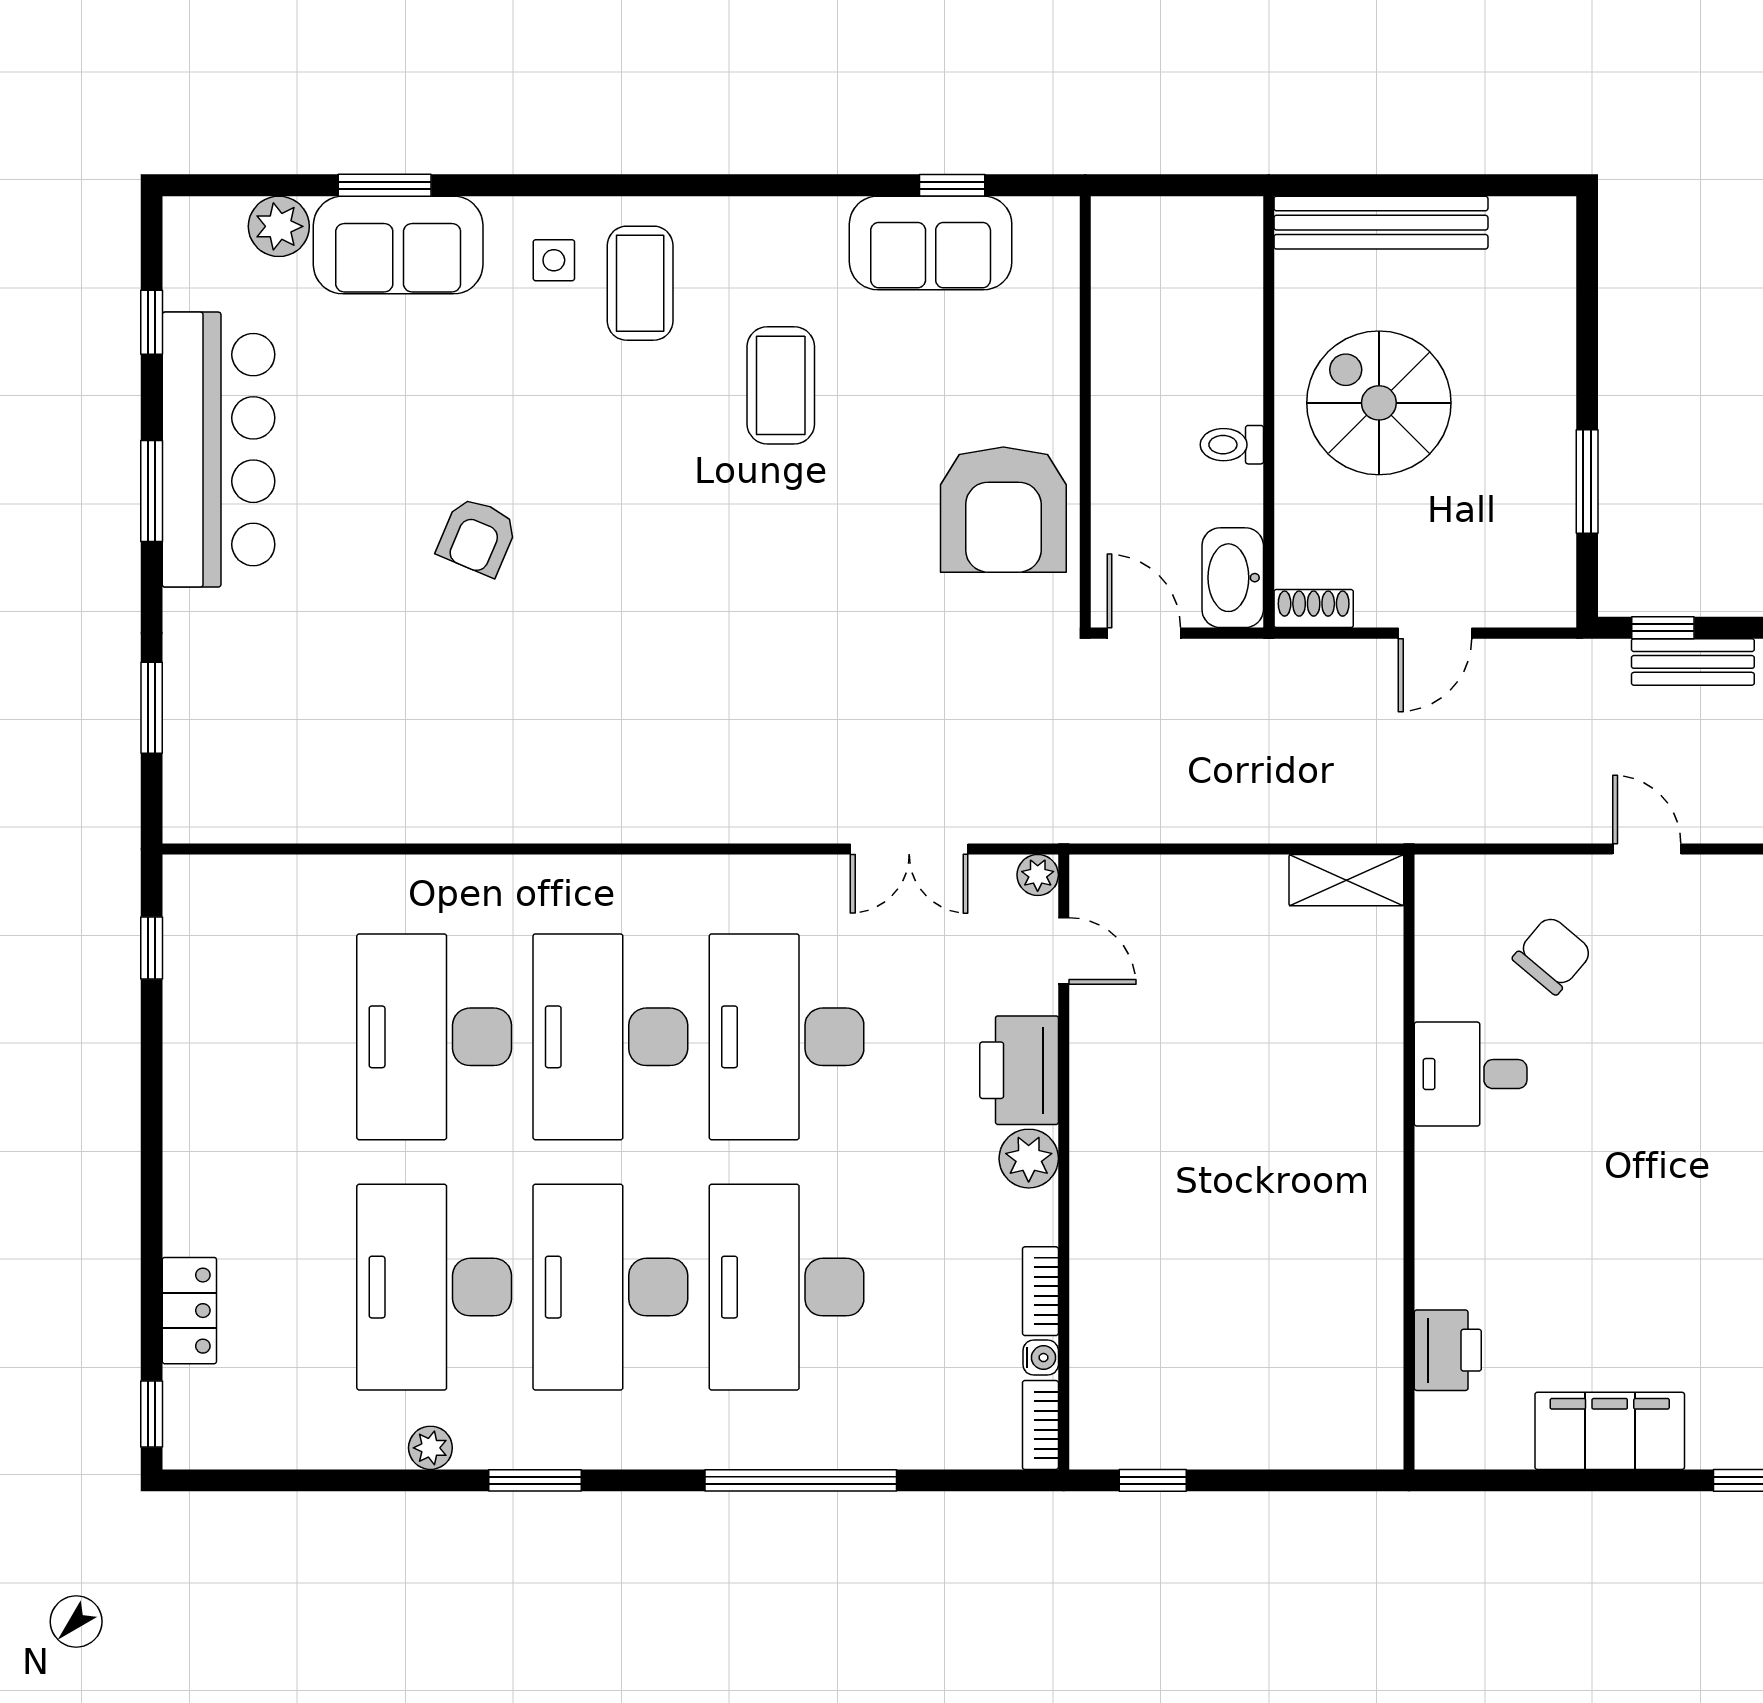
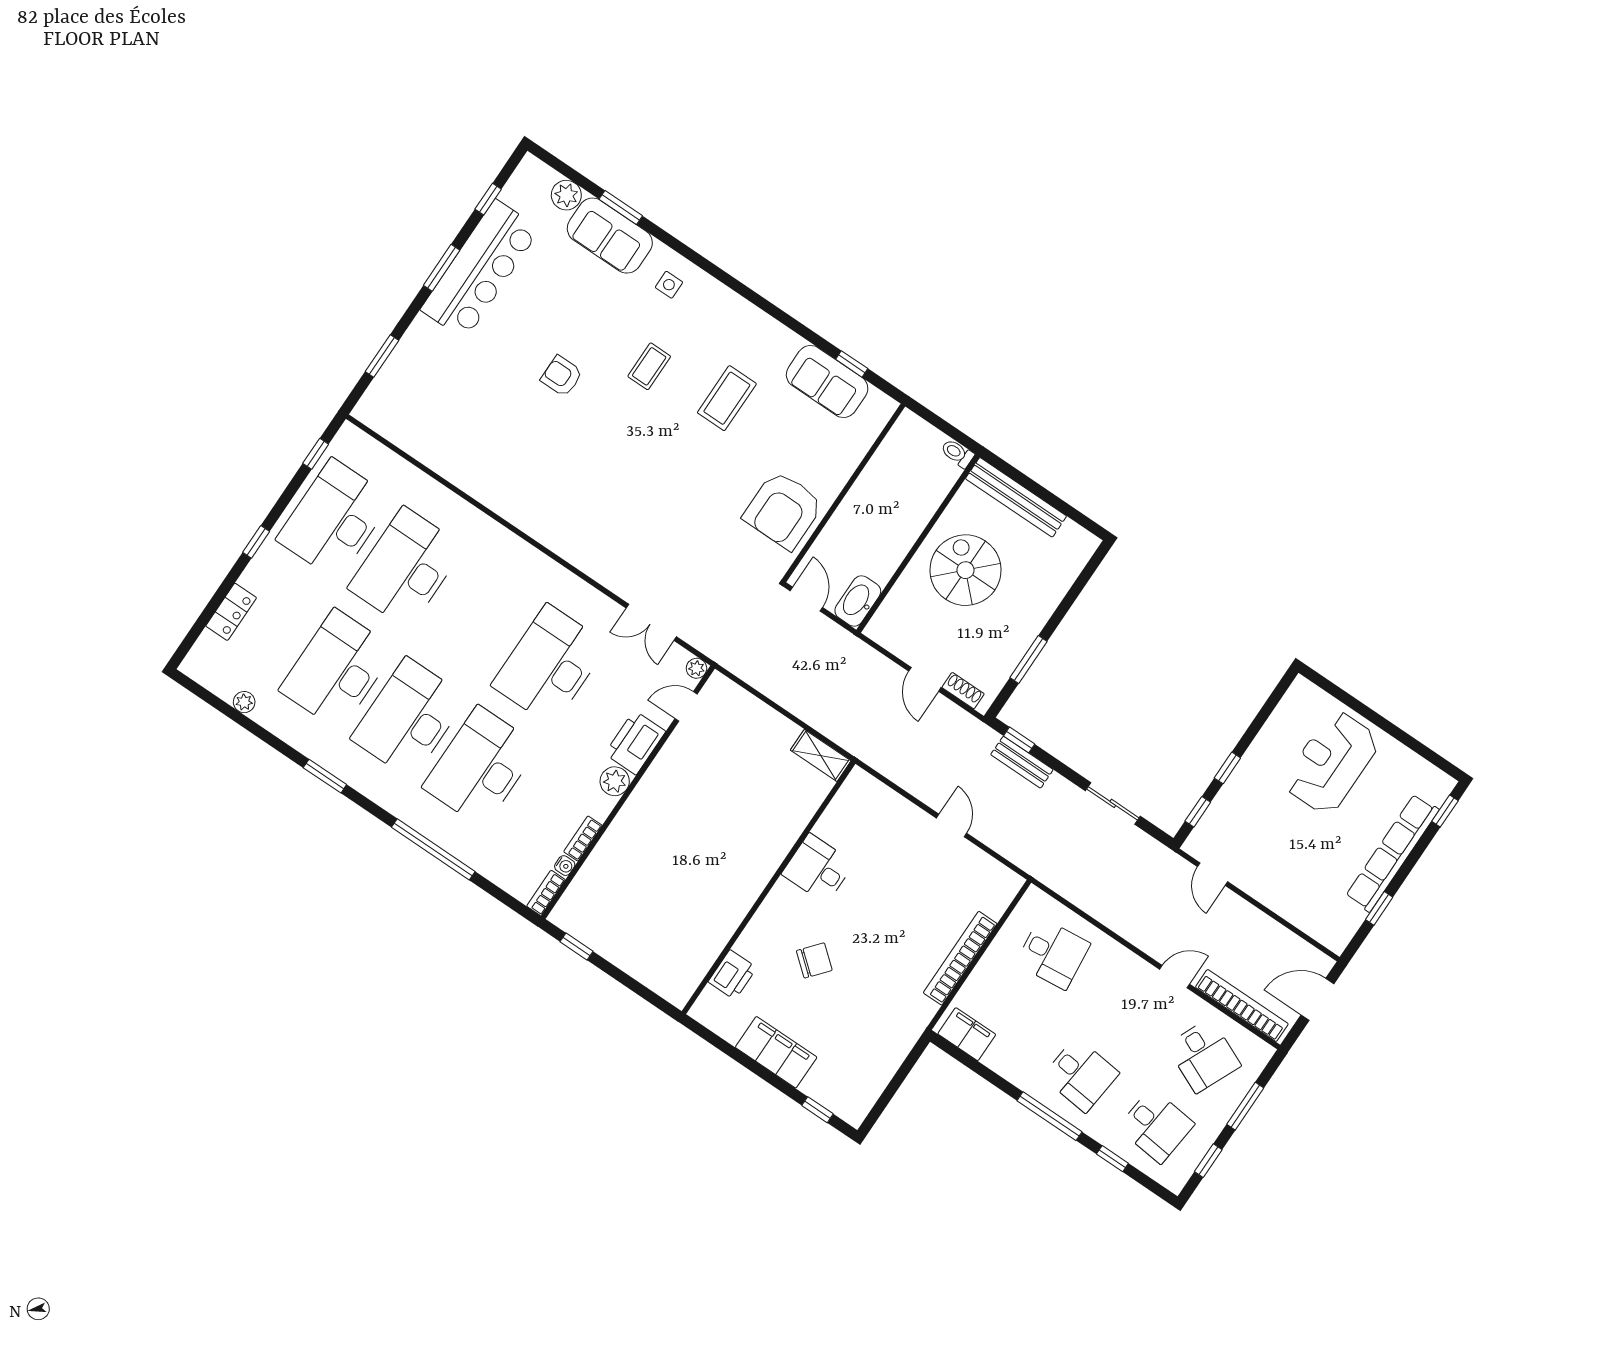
coffee table: (640, 283) -> (649, 366), moved, width x0.73, depth x0.77
toilet: (1232, 445) -> (957, 453), moved
armchair: (477, 537) -> (562, 376), turned 67
shoe rack: (1314, 609) -> (963, 691), moved
door: (1435, 633) -> (925, 679), hinge flipped
door: (1064, 951) -> (686, 706), swing flipped
chair: (1552, 955) -> (814, 960), moved
desk: (610, 1037) -> (334, 519), moved
window: (152, 1414) -> (256, 542), moved
plant: (430, 1448) -> (244, 702), moved

